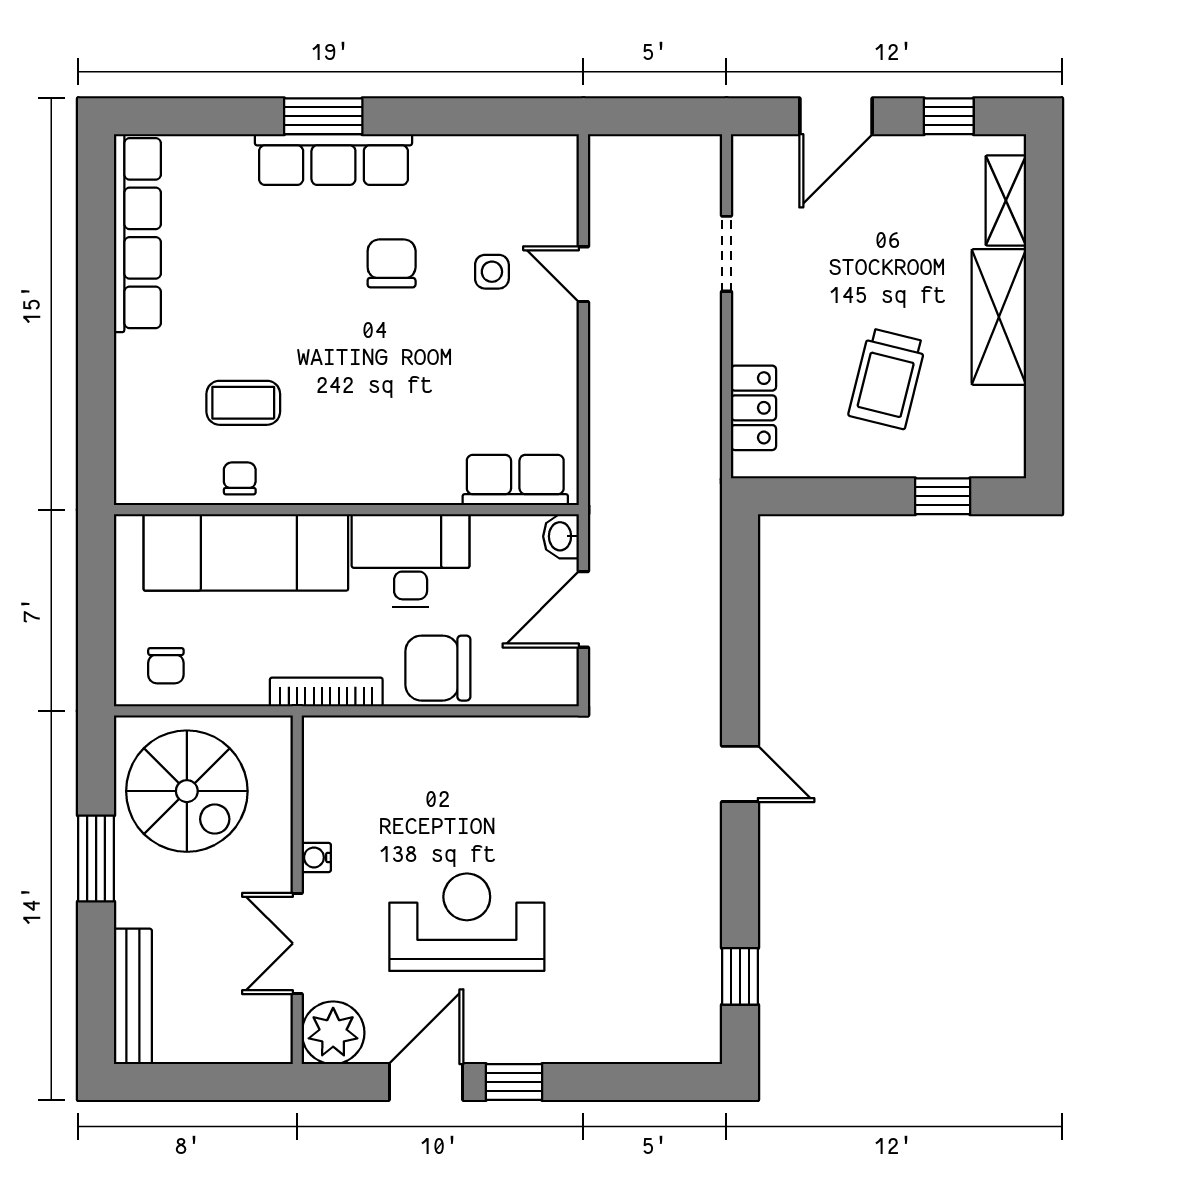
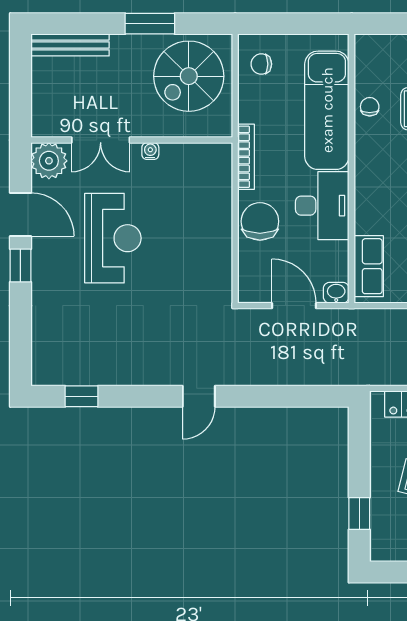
chair: (240, 478) -> (370, 107), turned -90
double door: (297, 943) -> (101, 140), swing flipped

